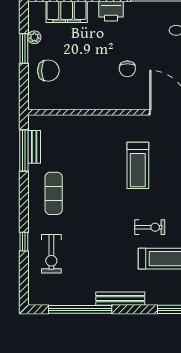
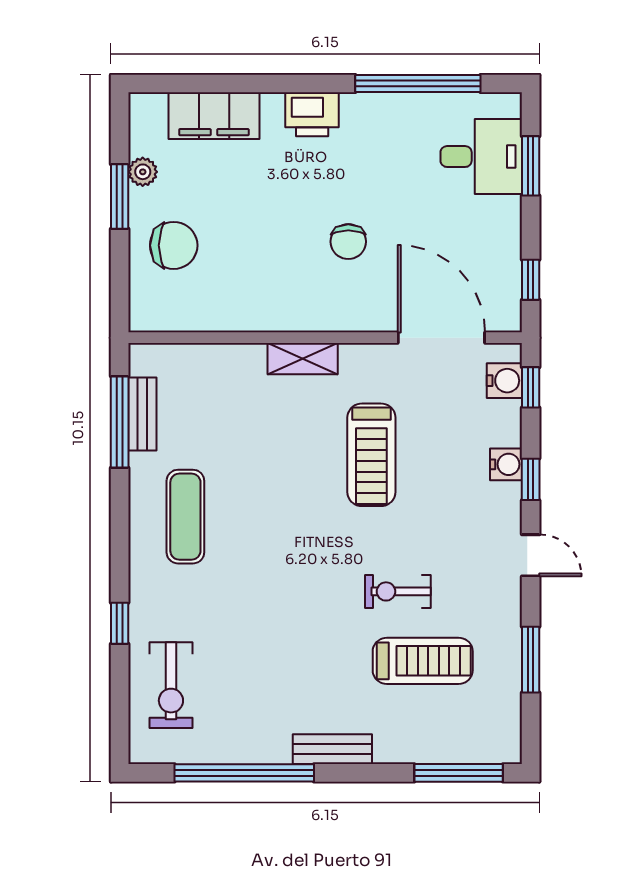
shelving: (107, 122) -> (303, 359), added
exercise bike: (150, 227) -> (398, 591), turned 180
exercise bike: (51, 254) -> (171, 685), moved
bench: (120, 299) -> (332, 749), width x0.73

